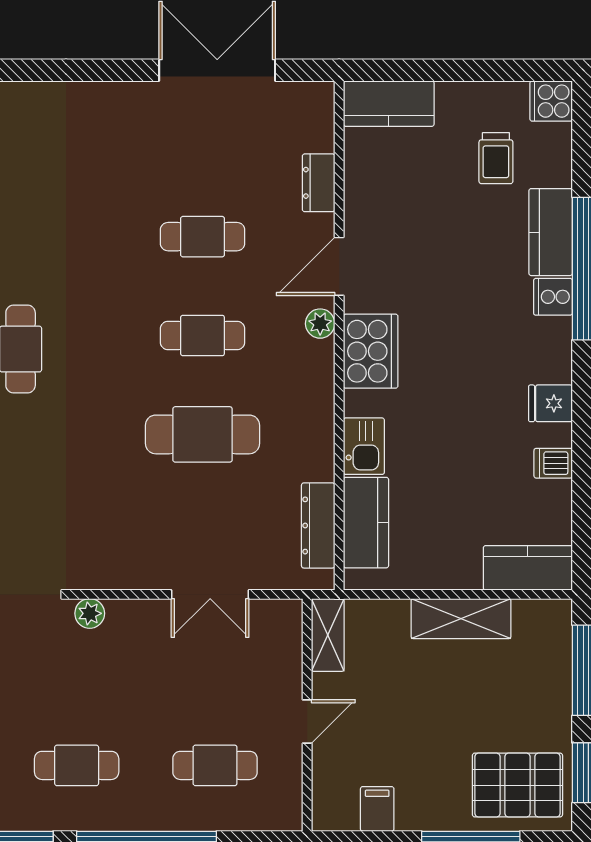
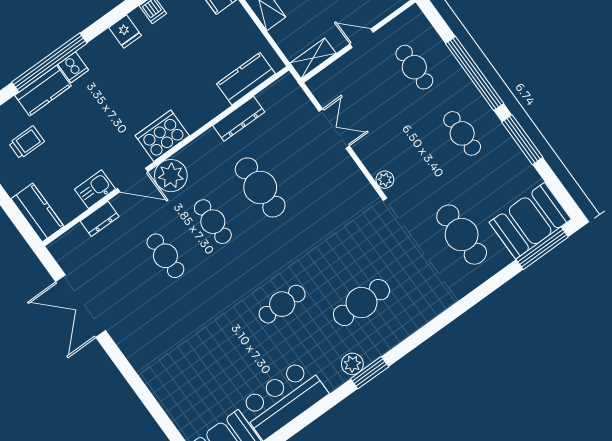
plant: (320, 324) -> (171, 176), width x1.88, depth x1.88
kitchen sink: (364, 446) -> (95, 189), moved
dresser: (318, 525) -> (239, 119), moved

